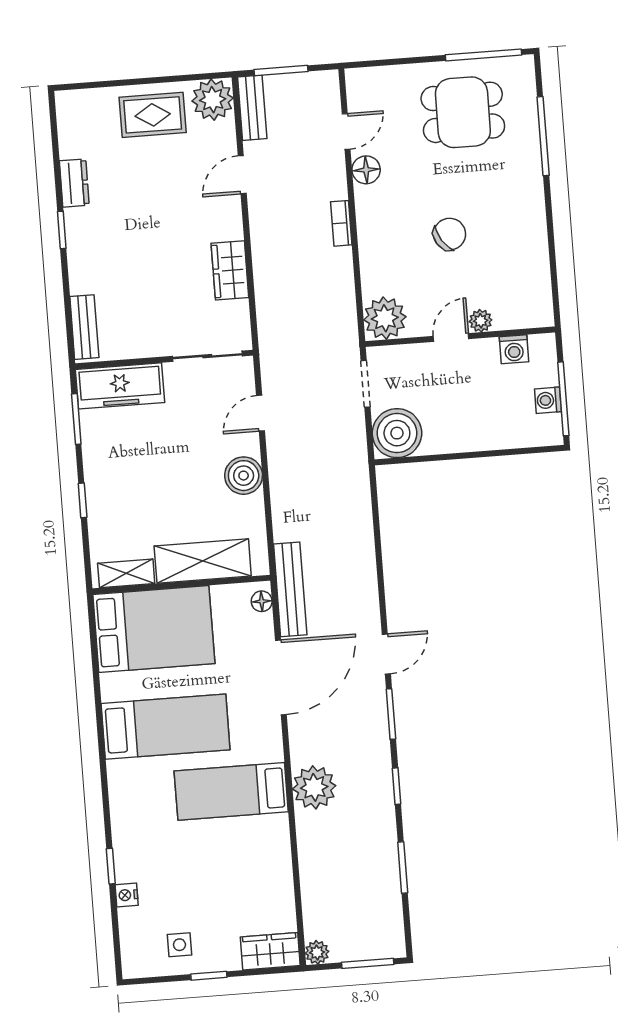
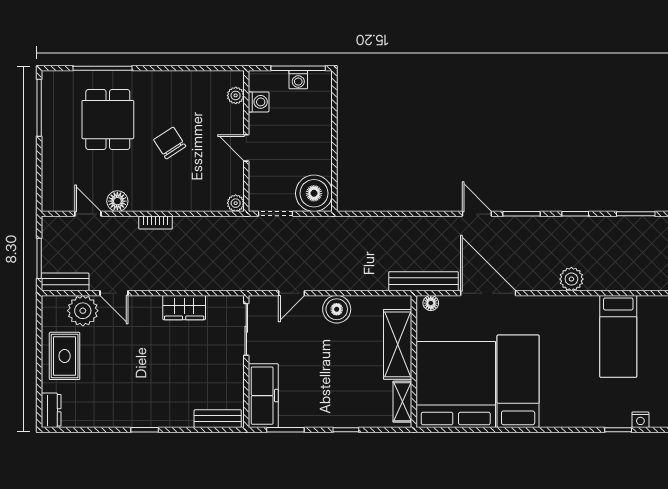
plant: (213, 100) -> (83, 311), moved
dining table: (463, 112) -> (108, 120), moved
dresser: (74, 183) -> (51, 410), moved, turned 90
plant: (385, 318) -> (236, 203), width x0.53, depth x0.53
plant: (481, 321) -> (236, 95), moved
door: (261, 413) -> (292, 293), hinge flipped
bed: (154, 629) -> (456, 384), width x1.36
plant: (314, 787) -> (571, 279), width x0.73, depth x0.73
bed: (231, 791) -> (618, 336), moved

